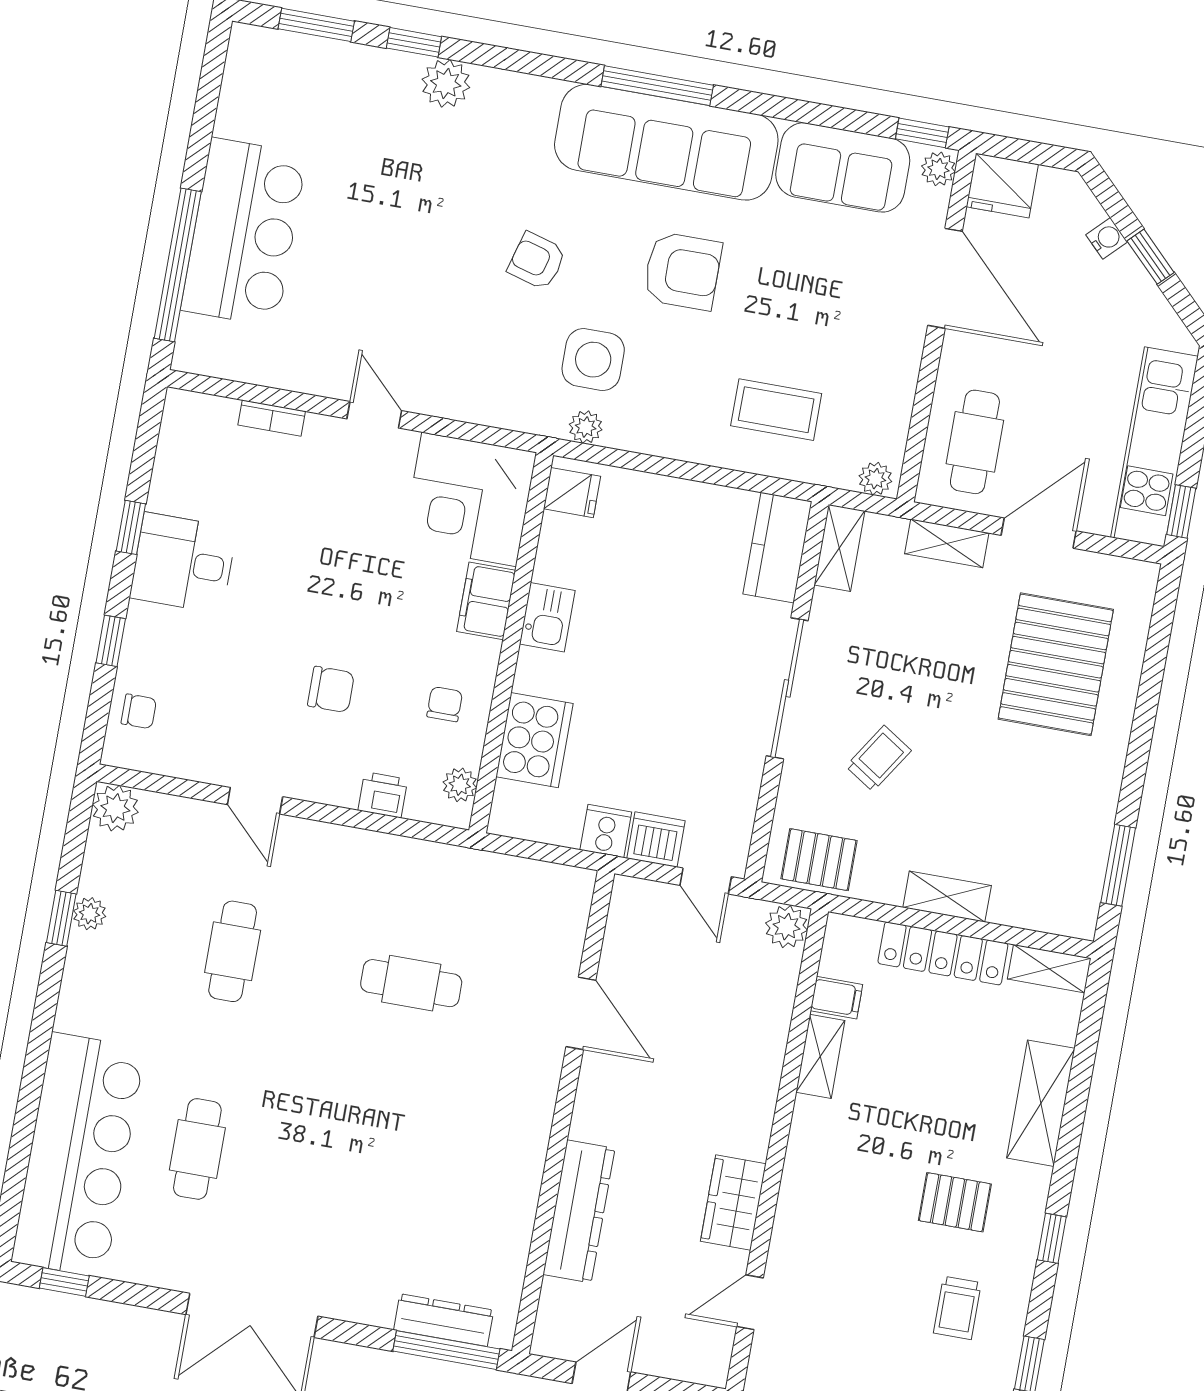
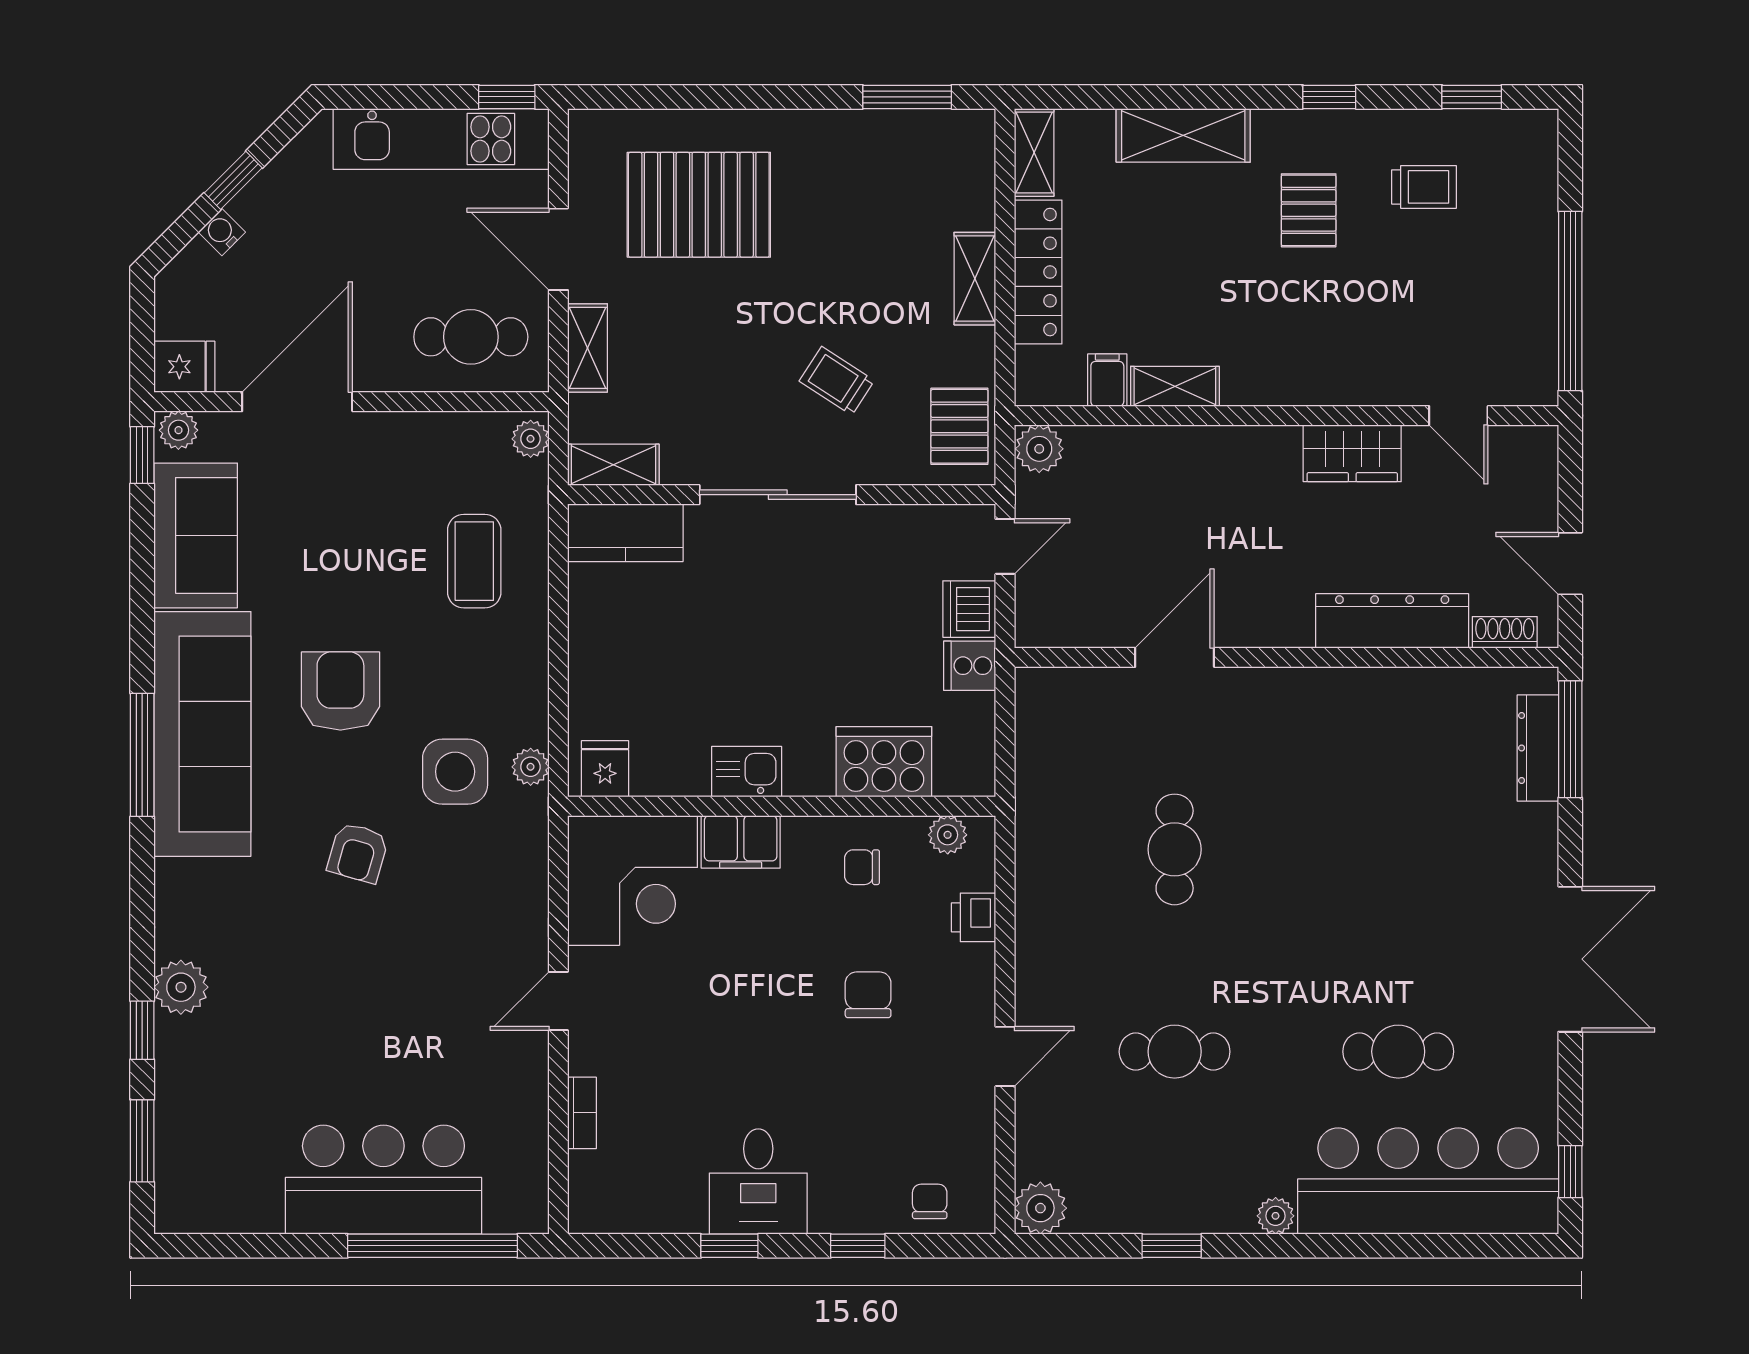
fridge: (1002, 186) -> (184, 367), width x0.72
plant: (90, 914) -> (1276, 1216), moved
shoe rack: (551, 1309) -> (1505, 632), added

